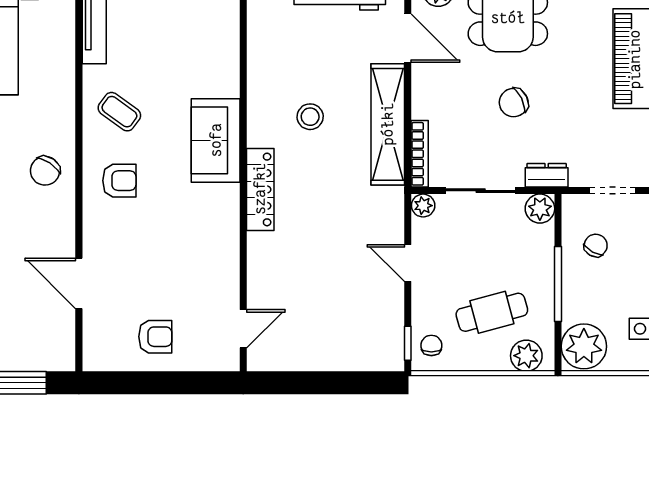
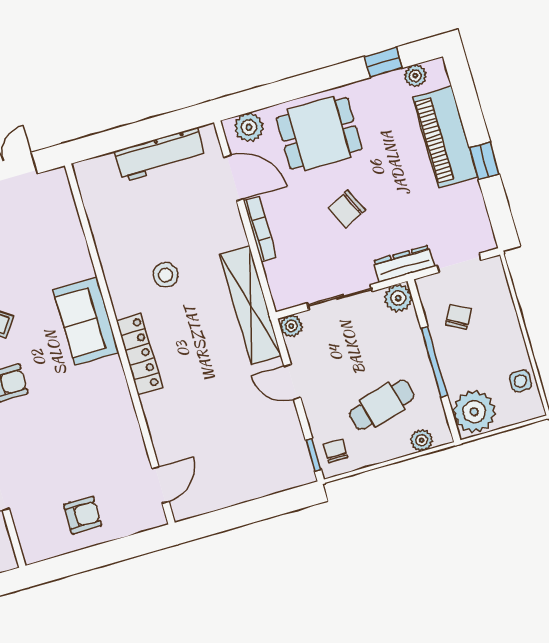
shelving: (388, 124) -> (251, 305), moved
bookcase: (420, 154) -> (260, 229), moved
dresser: (547, 175) -> (404, 264), width x1.44
plant: (526, 356) -> (422, 440), width x0.73, depth x0.73

